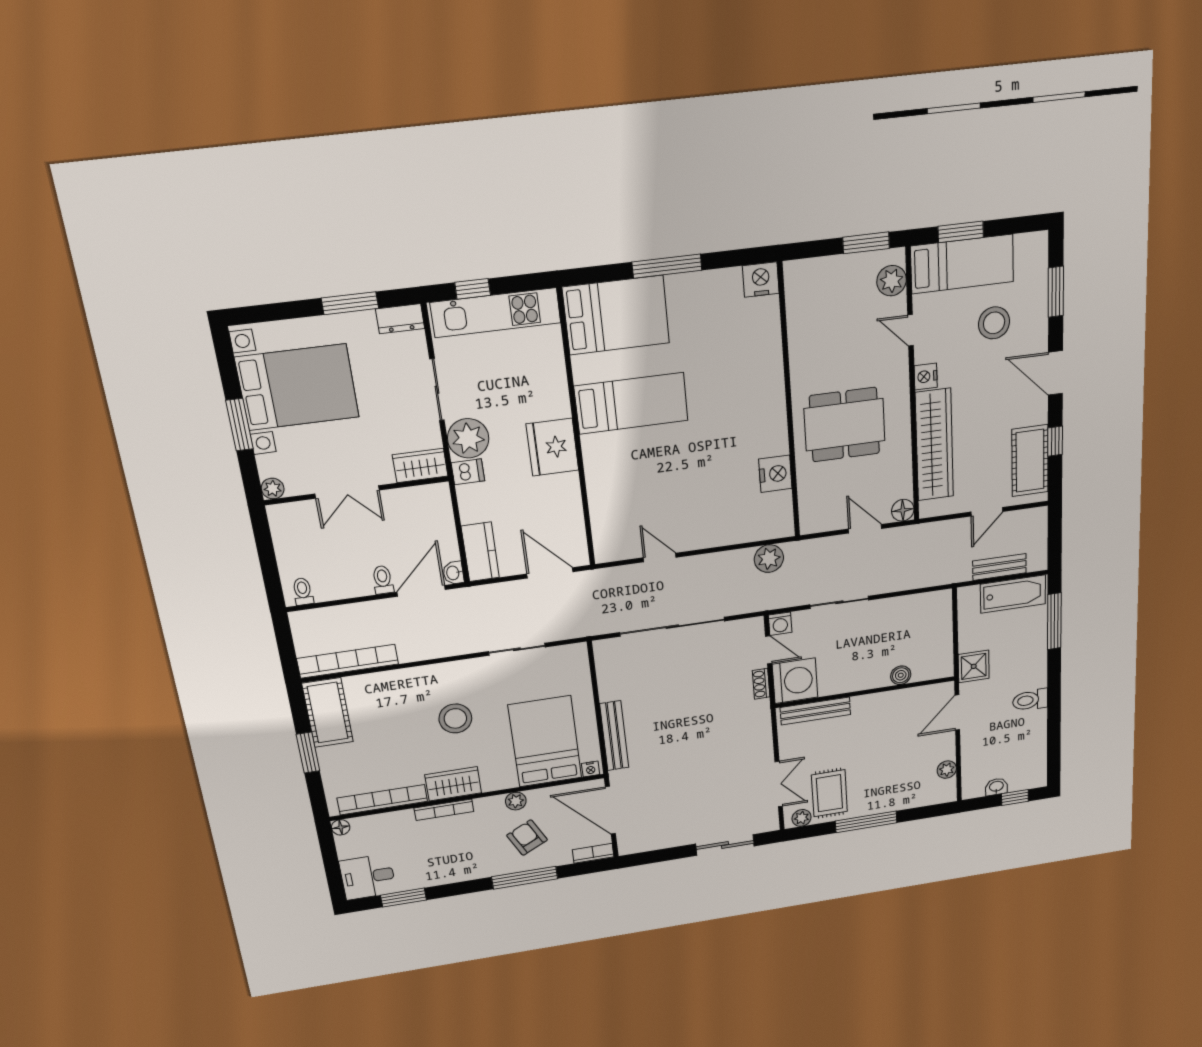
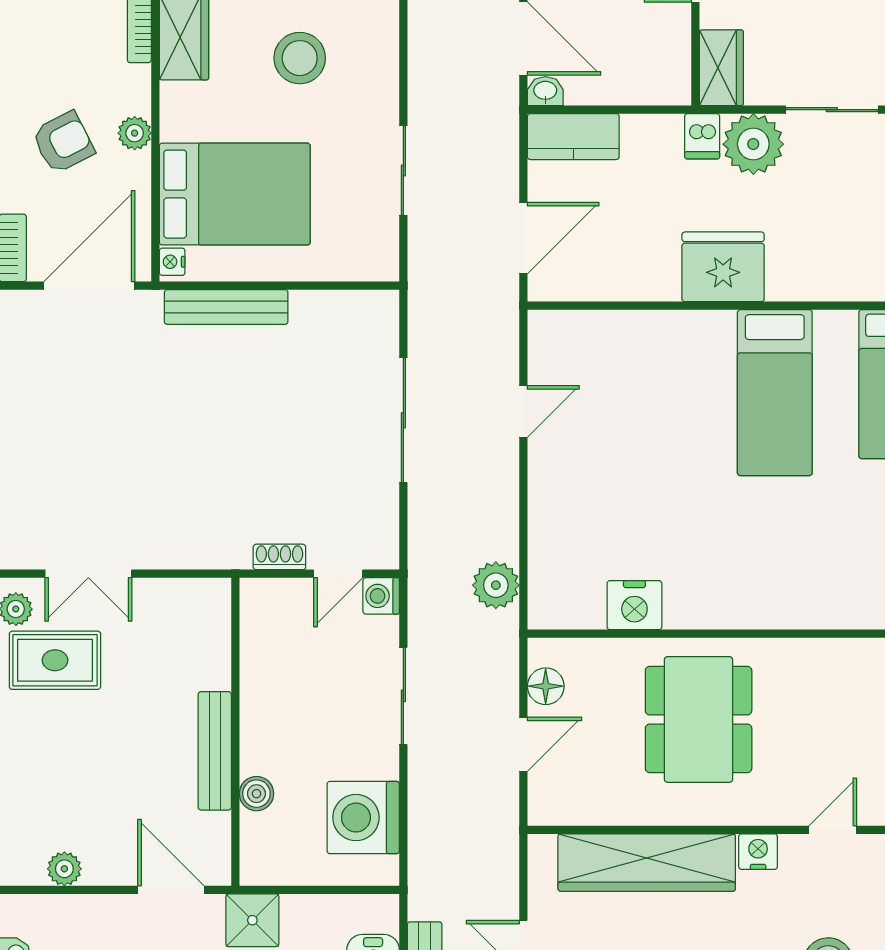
floor lamp: (903, 510) -> (546, 686), moved
sliding door: (672, 627) -> (403, 420), width x0.73
washing machine: (795, 681) -> (363, 818), moved, turned 90
bench: (815, 711) -> (215, 751), moved

